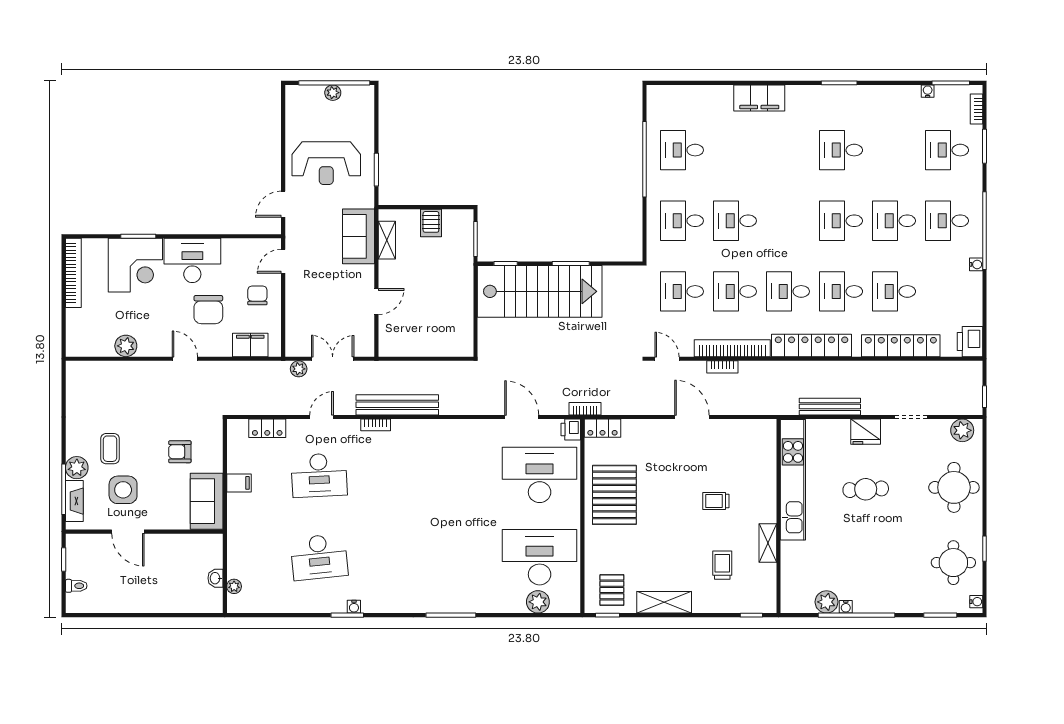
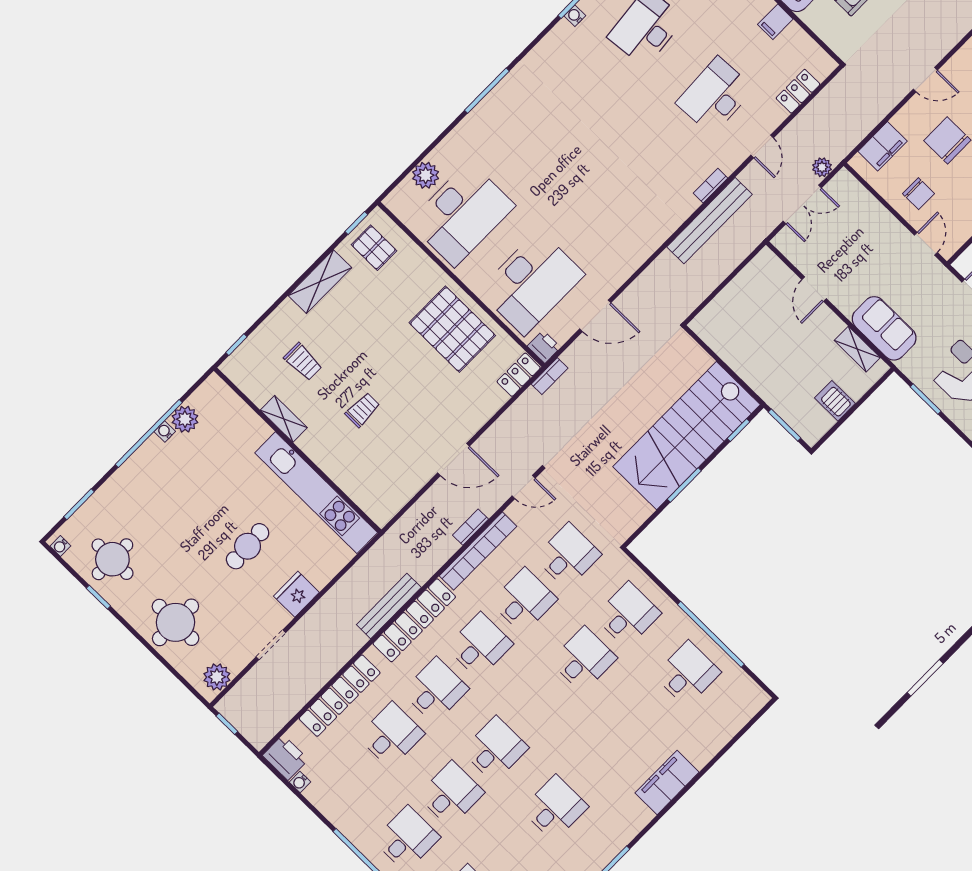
water cooler: (976, 264) -> (300, 782), moved
bench: (830, 407) -> (389, 606), moved

